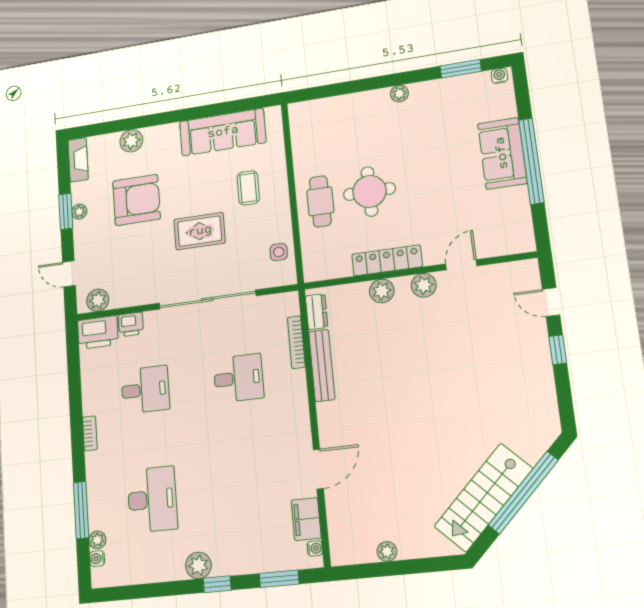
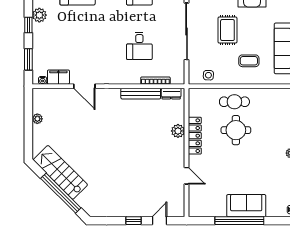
plant: (424, 285) -> (178, 154), removed

